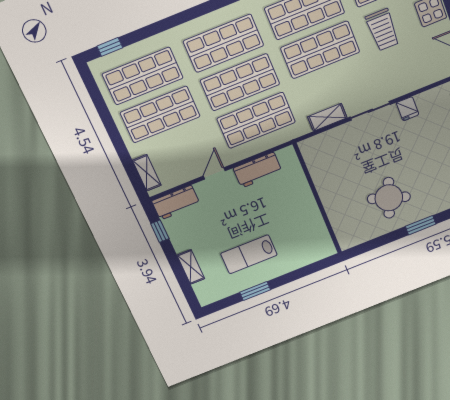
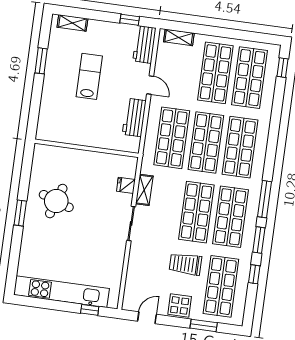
fridge: (408, 109) -> (126, 185), moved
lab bench: (249, 254) -> (89, 76), moved
shelving: (191, 267) -> (72, 23), moved

